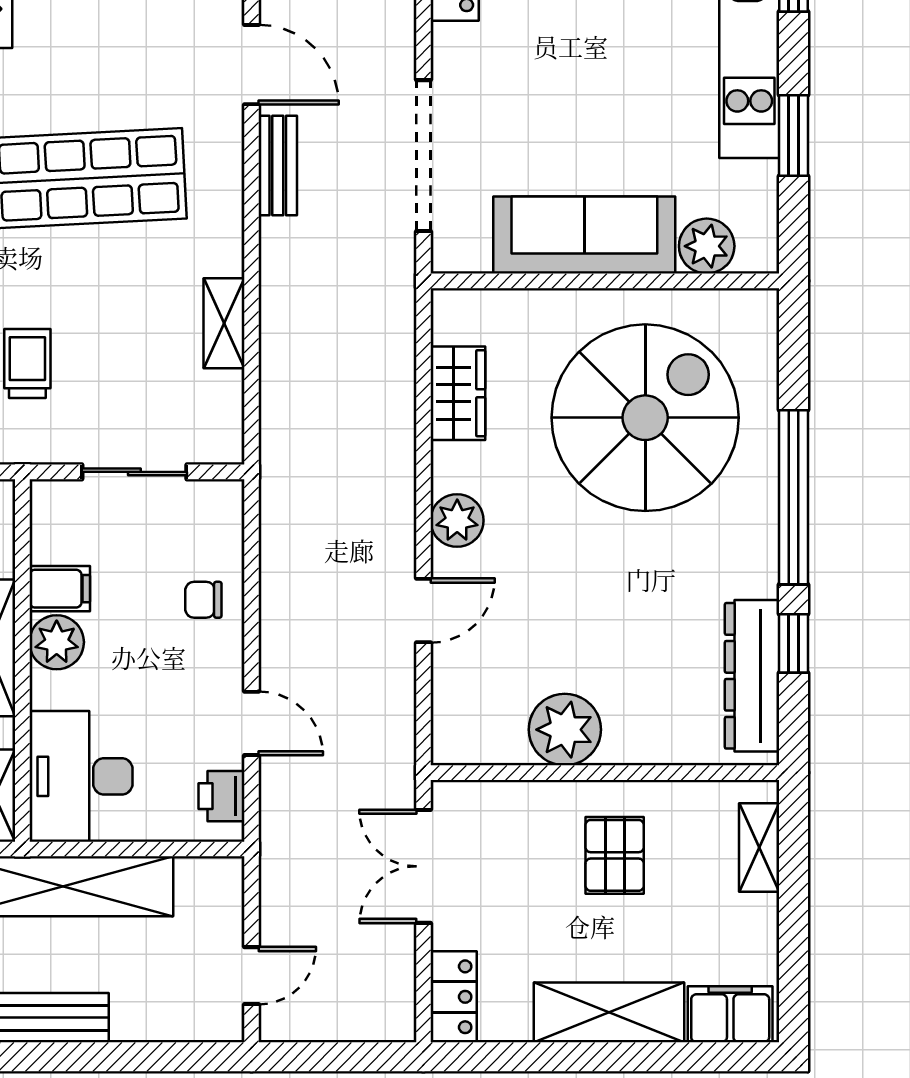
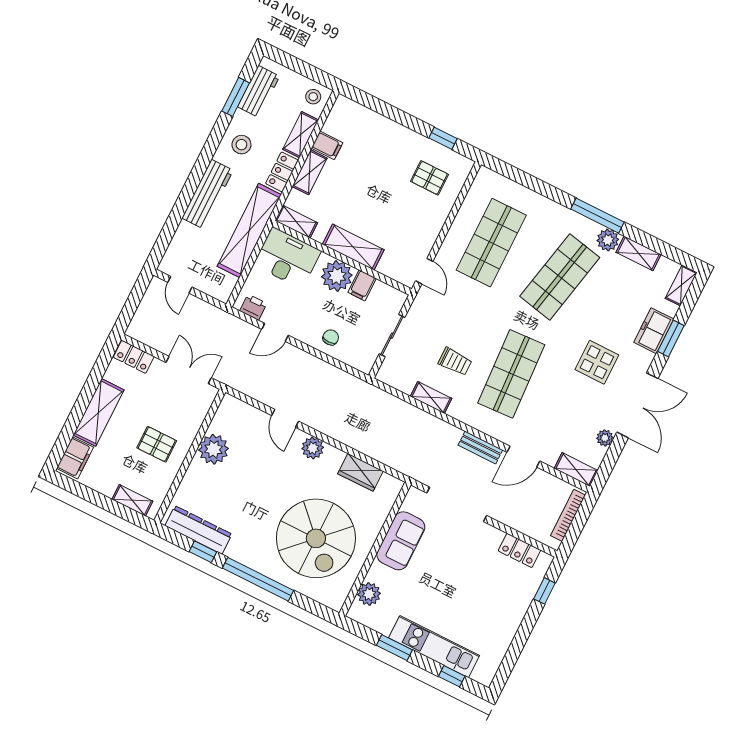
sofa: (584, 235) -> (401, 541), width x0.73
trolley: (27, 364) -> (455, 362), moved
plant: (57, 642) -> (337, 276), width x1.36, depth x1.36

